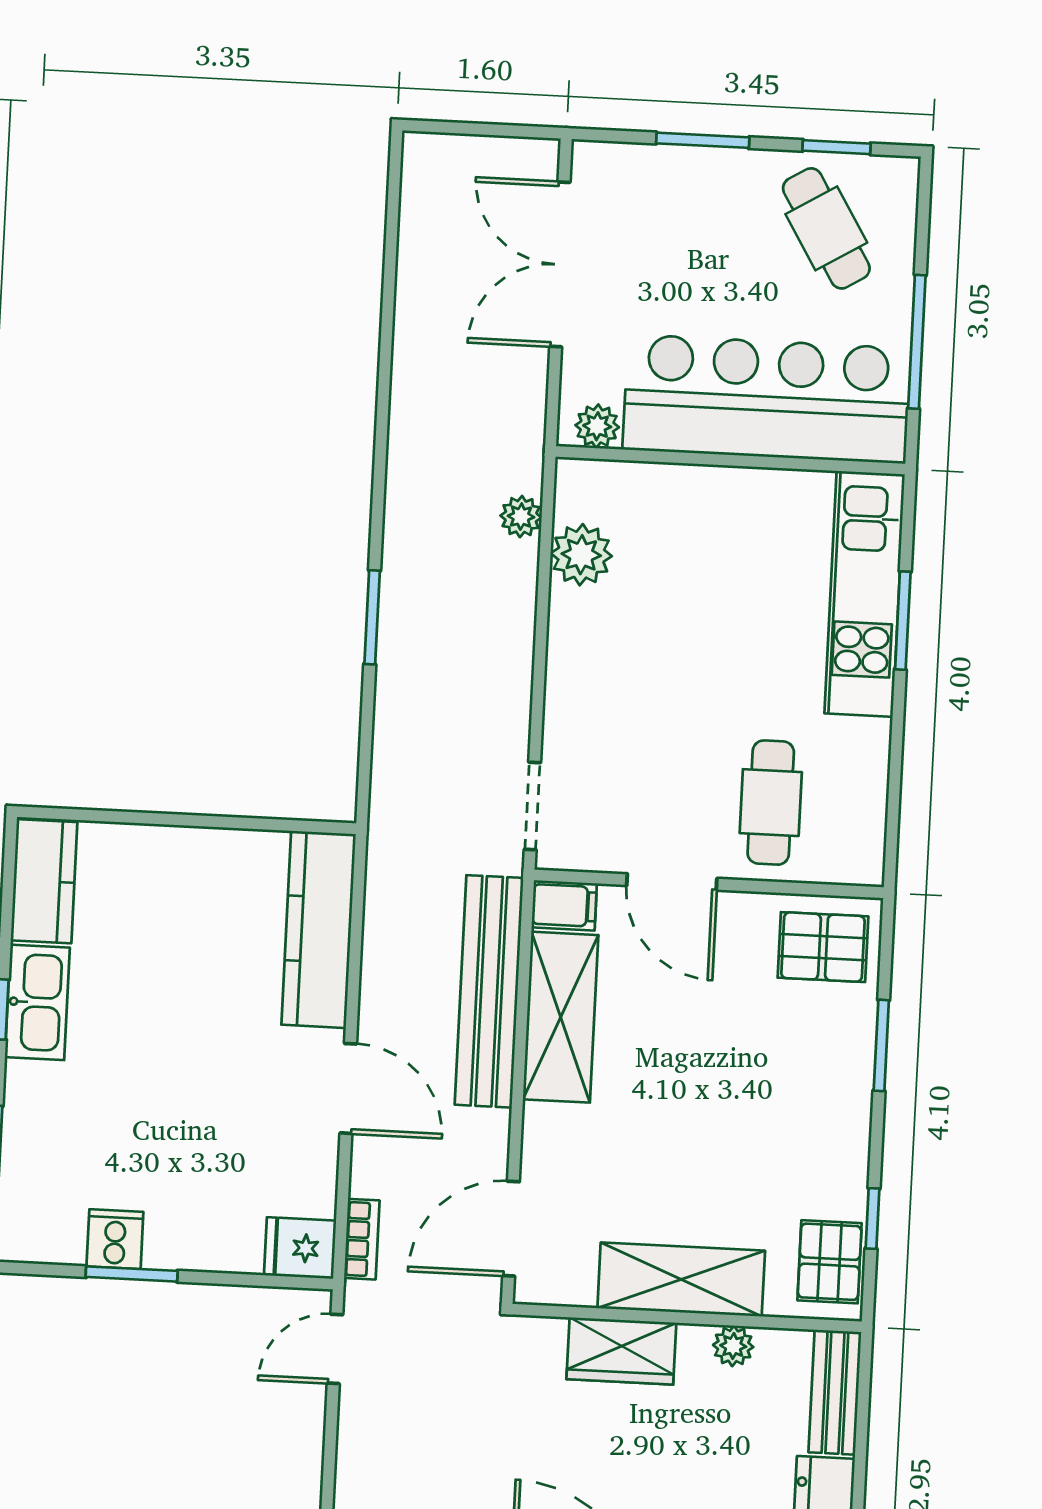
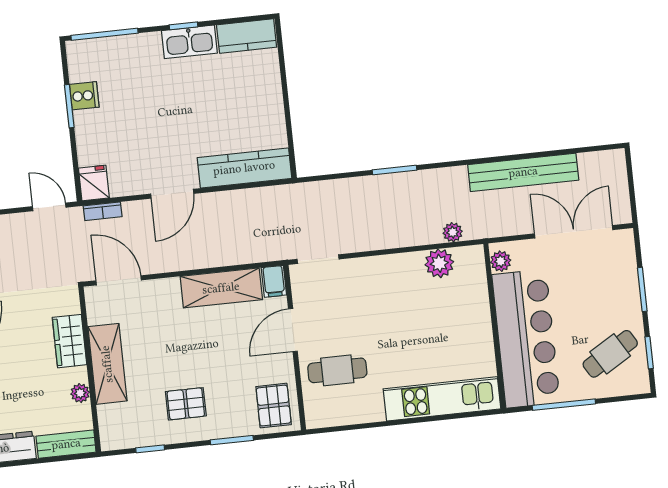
window: (903, 621) -> (432, 419), removed
bench: (489, 991) -> (523, 172), moved
pallet: (830, 1262) -> (186, 404), moved

